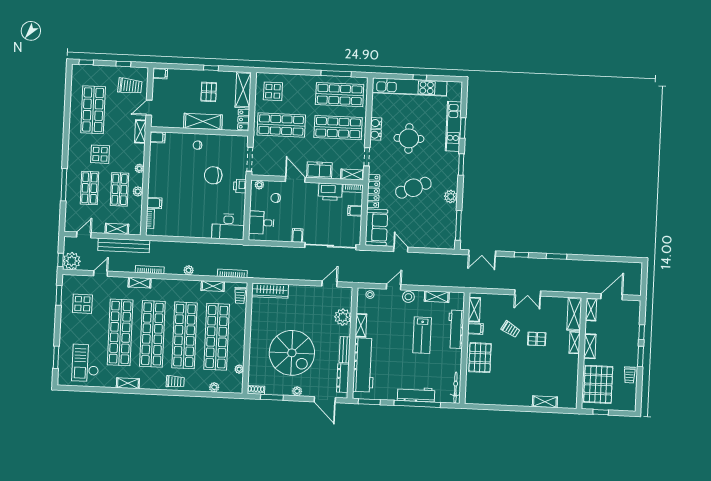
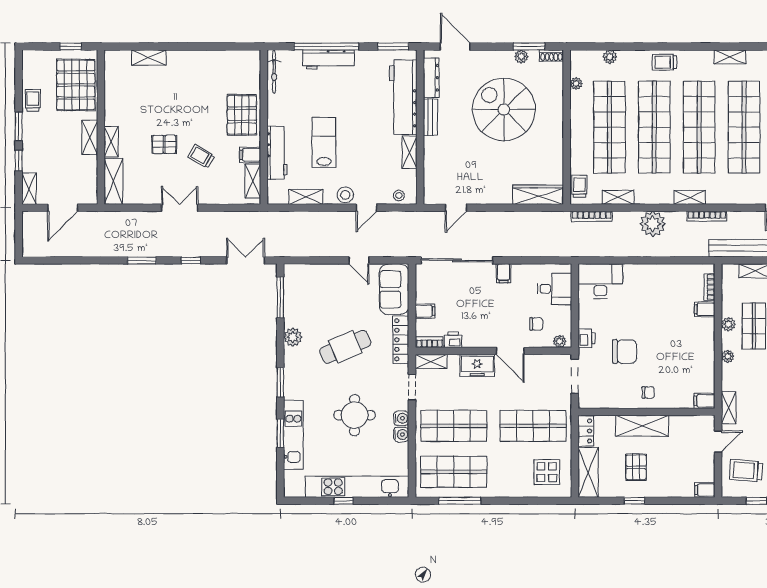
printer: (330, 192) -> (453, 340), width x0.53, depth x0.68
plant: (189, 270) -> (653, 224), width x1.87, depth x1.87
shelving: (140, 283) -> (690, 197), moved
shelving: (591, 310) -> (29, 189), moved
plant: (343, 317) -> (435, 162), removed
plant: (297, 391) -> (521, 57), moved

